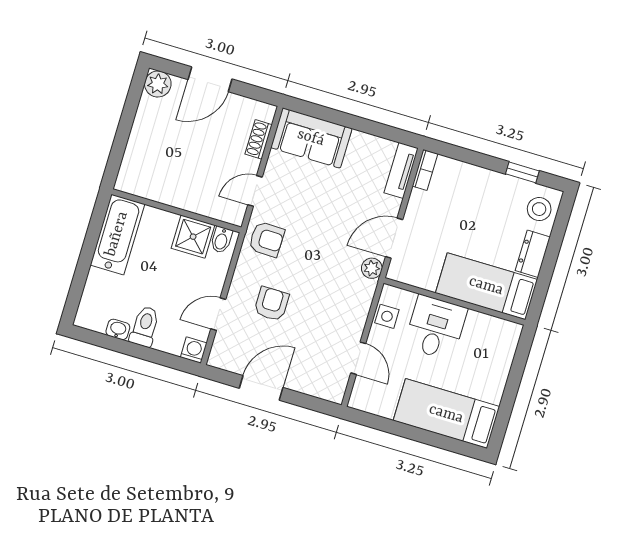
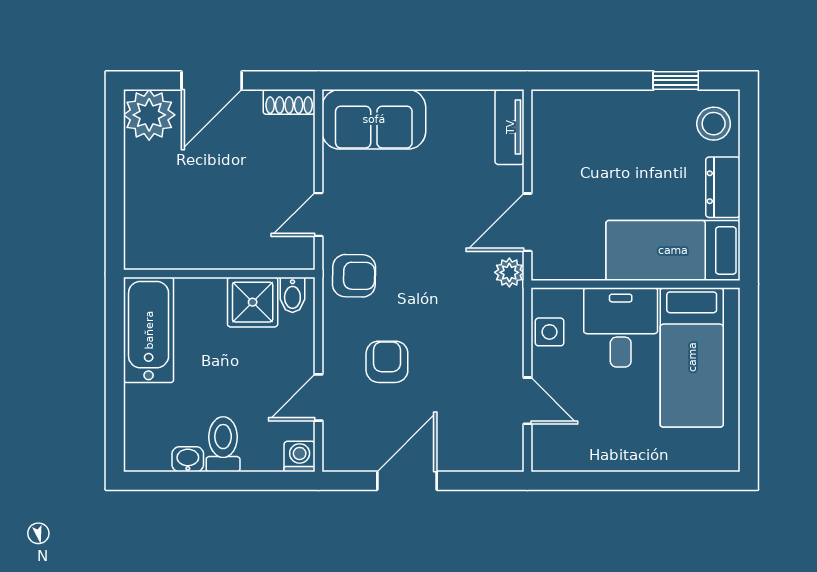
plant: (158, 84) -> (149, 115), width x1.36, depth x1.36
shoe rack: (259, 139) -> (289, 102), moved, turned -90
bookcase: (425, 170) -> (542, 117), removed
bed: (446, 414) -> (692, 357), moved, turned -90

